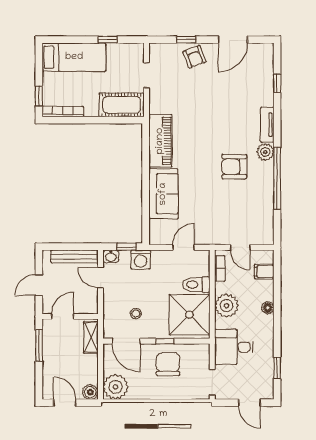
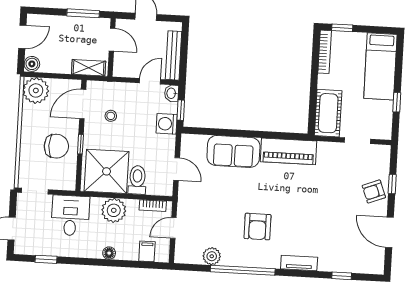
plant: (265, 152) -> (212, 256), moved
armchair: (234, 167) -> (257, 227), turned 180

